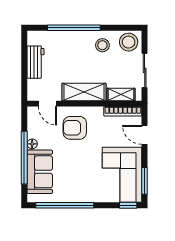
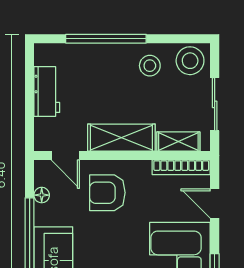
floor lamp: (32, 144) -> (42, 195), moved

